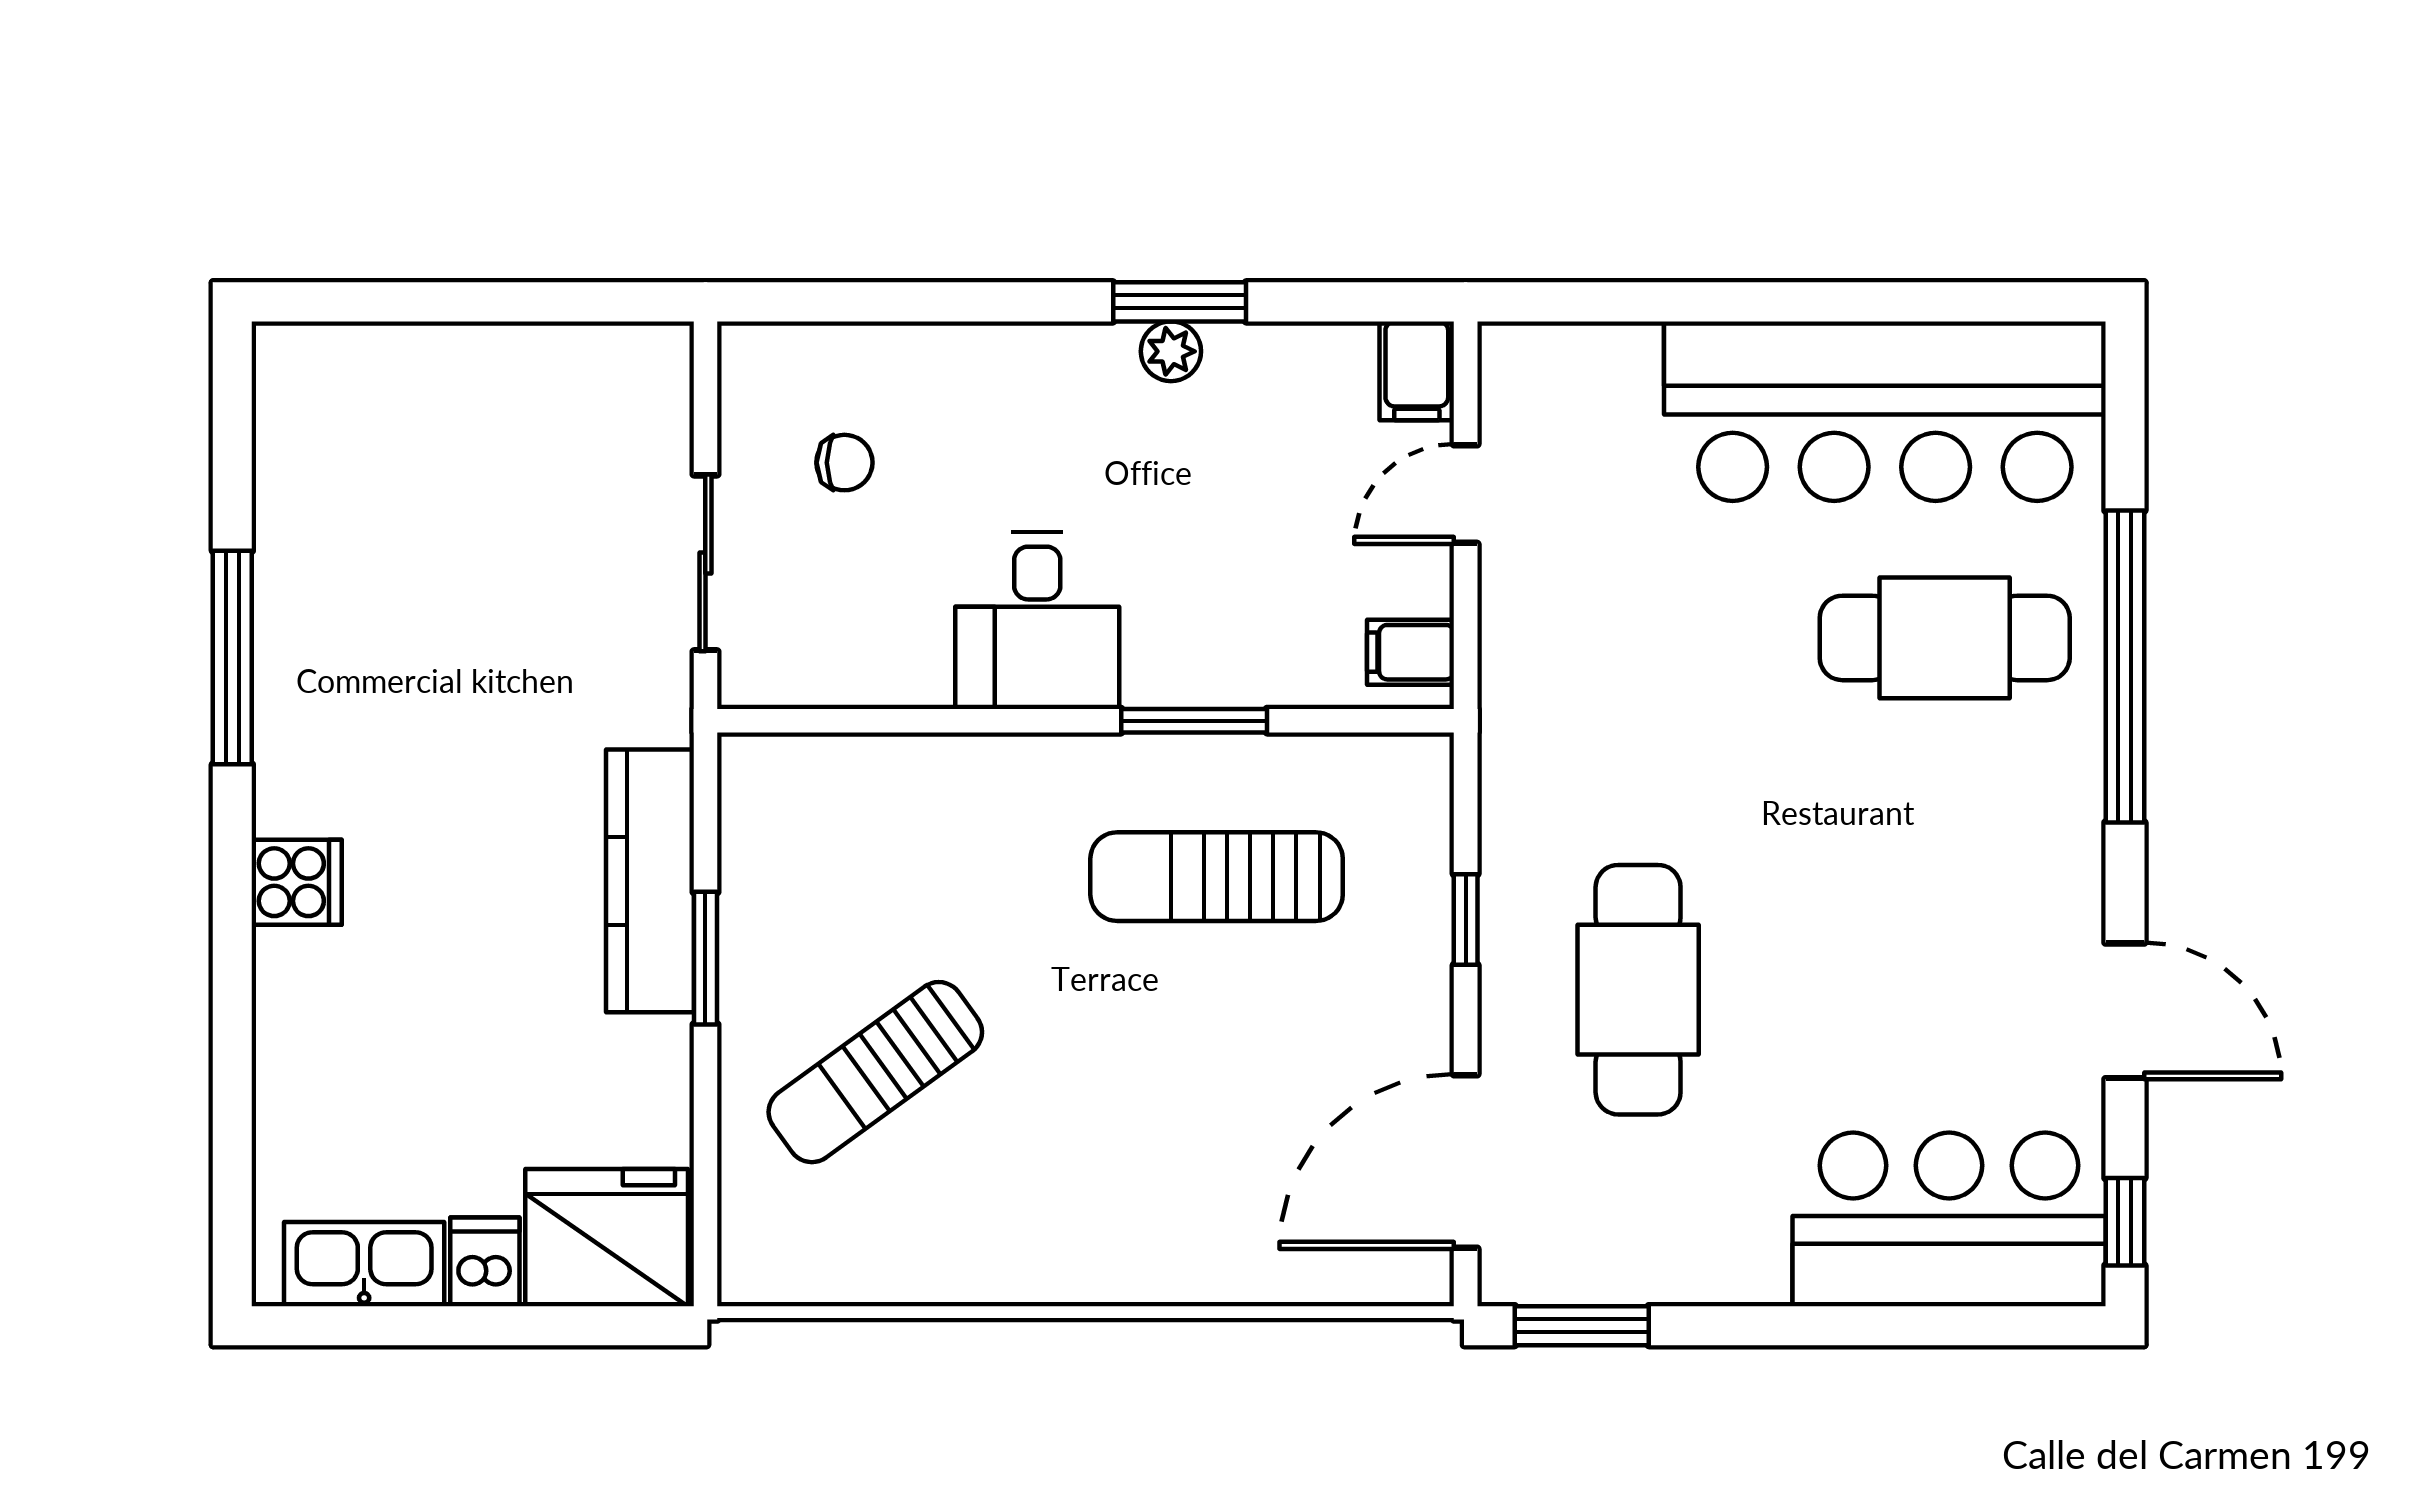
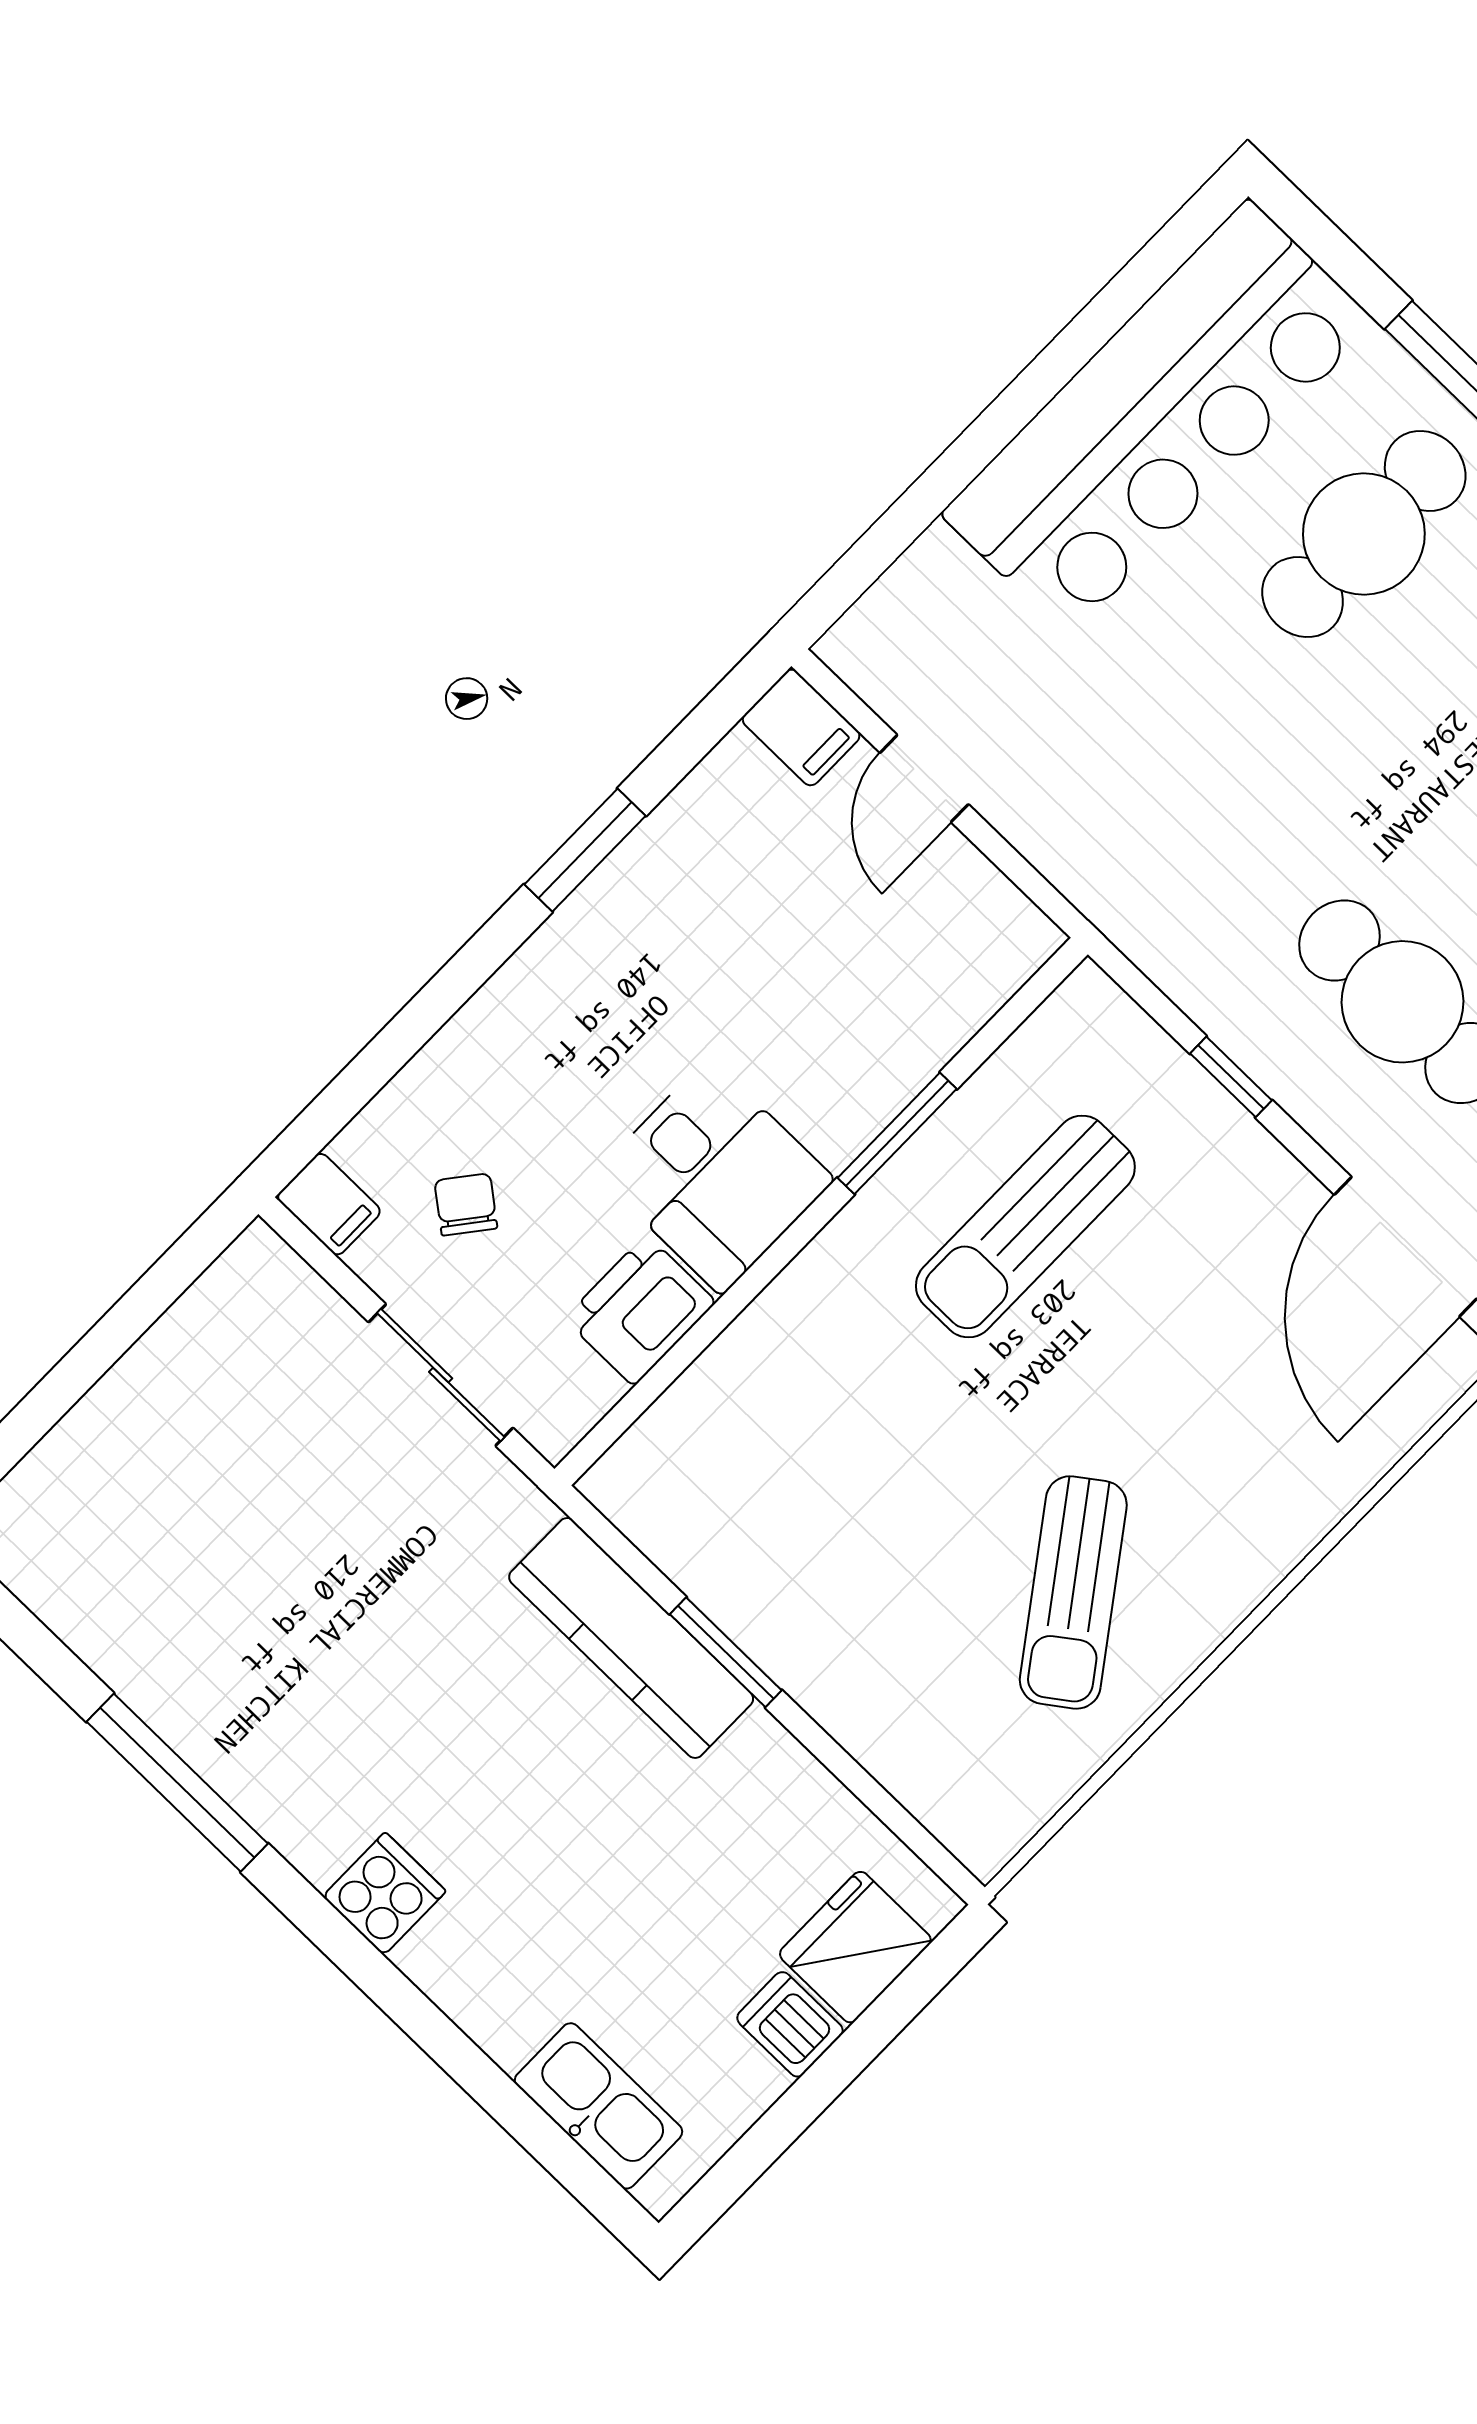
plant: (1171, 351) -> (615, 891), removed
chair: (844, 463) -> (466, 1204), turned -52
filing cabinet: (1410, 652) -> (329, 1204), moved, turned -90
printer: (890, 660) -> (640, 1310), added
sun lounger: (875, 1072) -> (1073, 1592), moved
fridge: (607, 1238) -> (855, 1947), width x0.73, depth x0.75
kitchen sink: (364, 1264) -> (599, 2106), moved, turned 90

